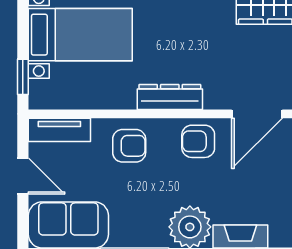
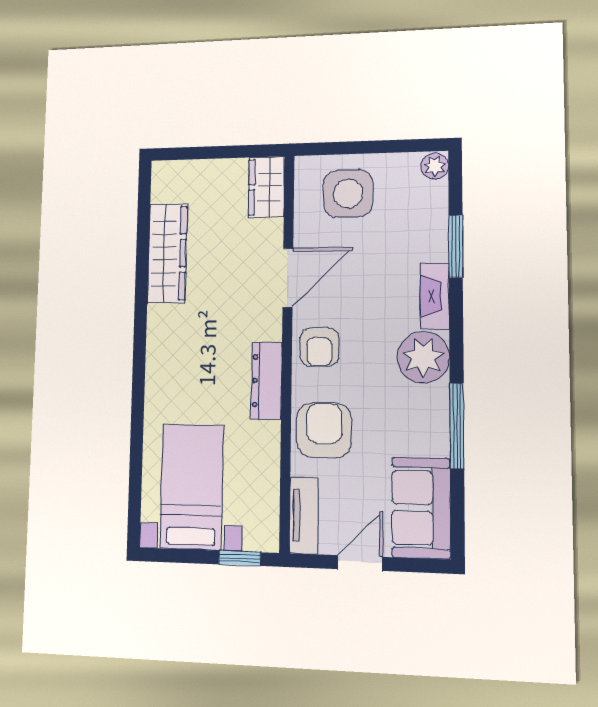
door: (257, 114) -> (288, 278), hinge flipped
armchair: (129, 146) -> (324, 430), width x1.38, depth x1.38

